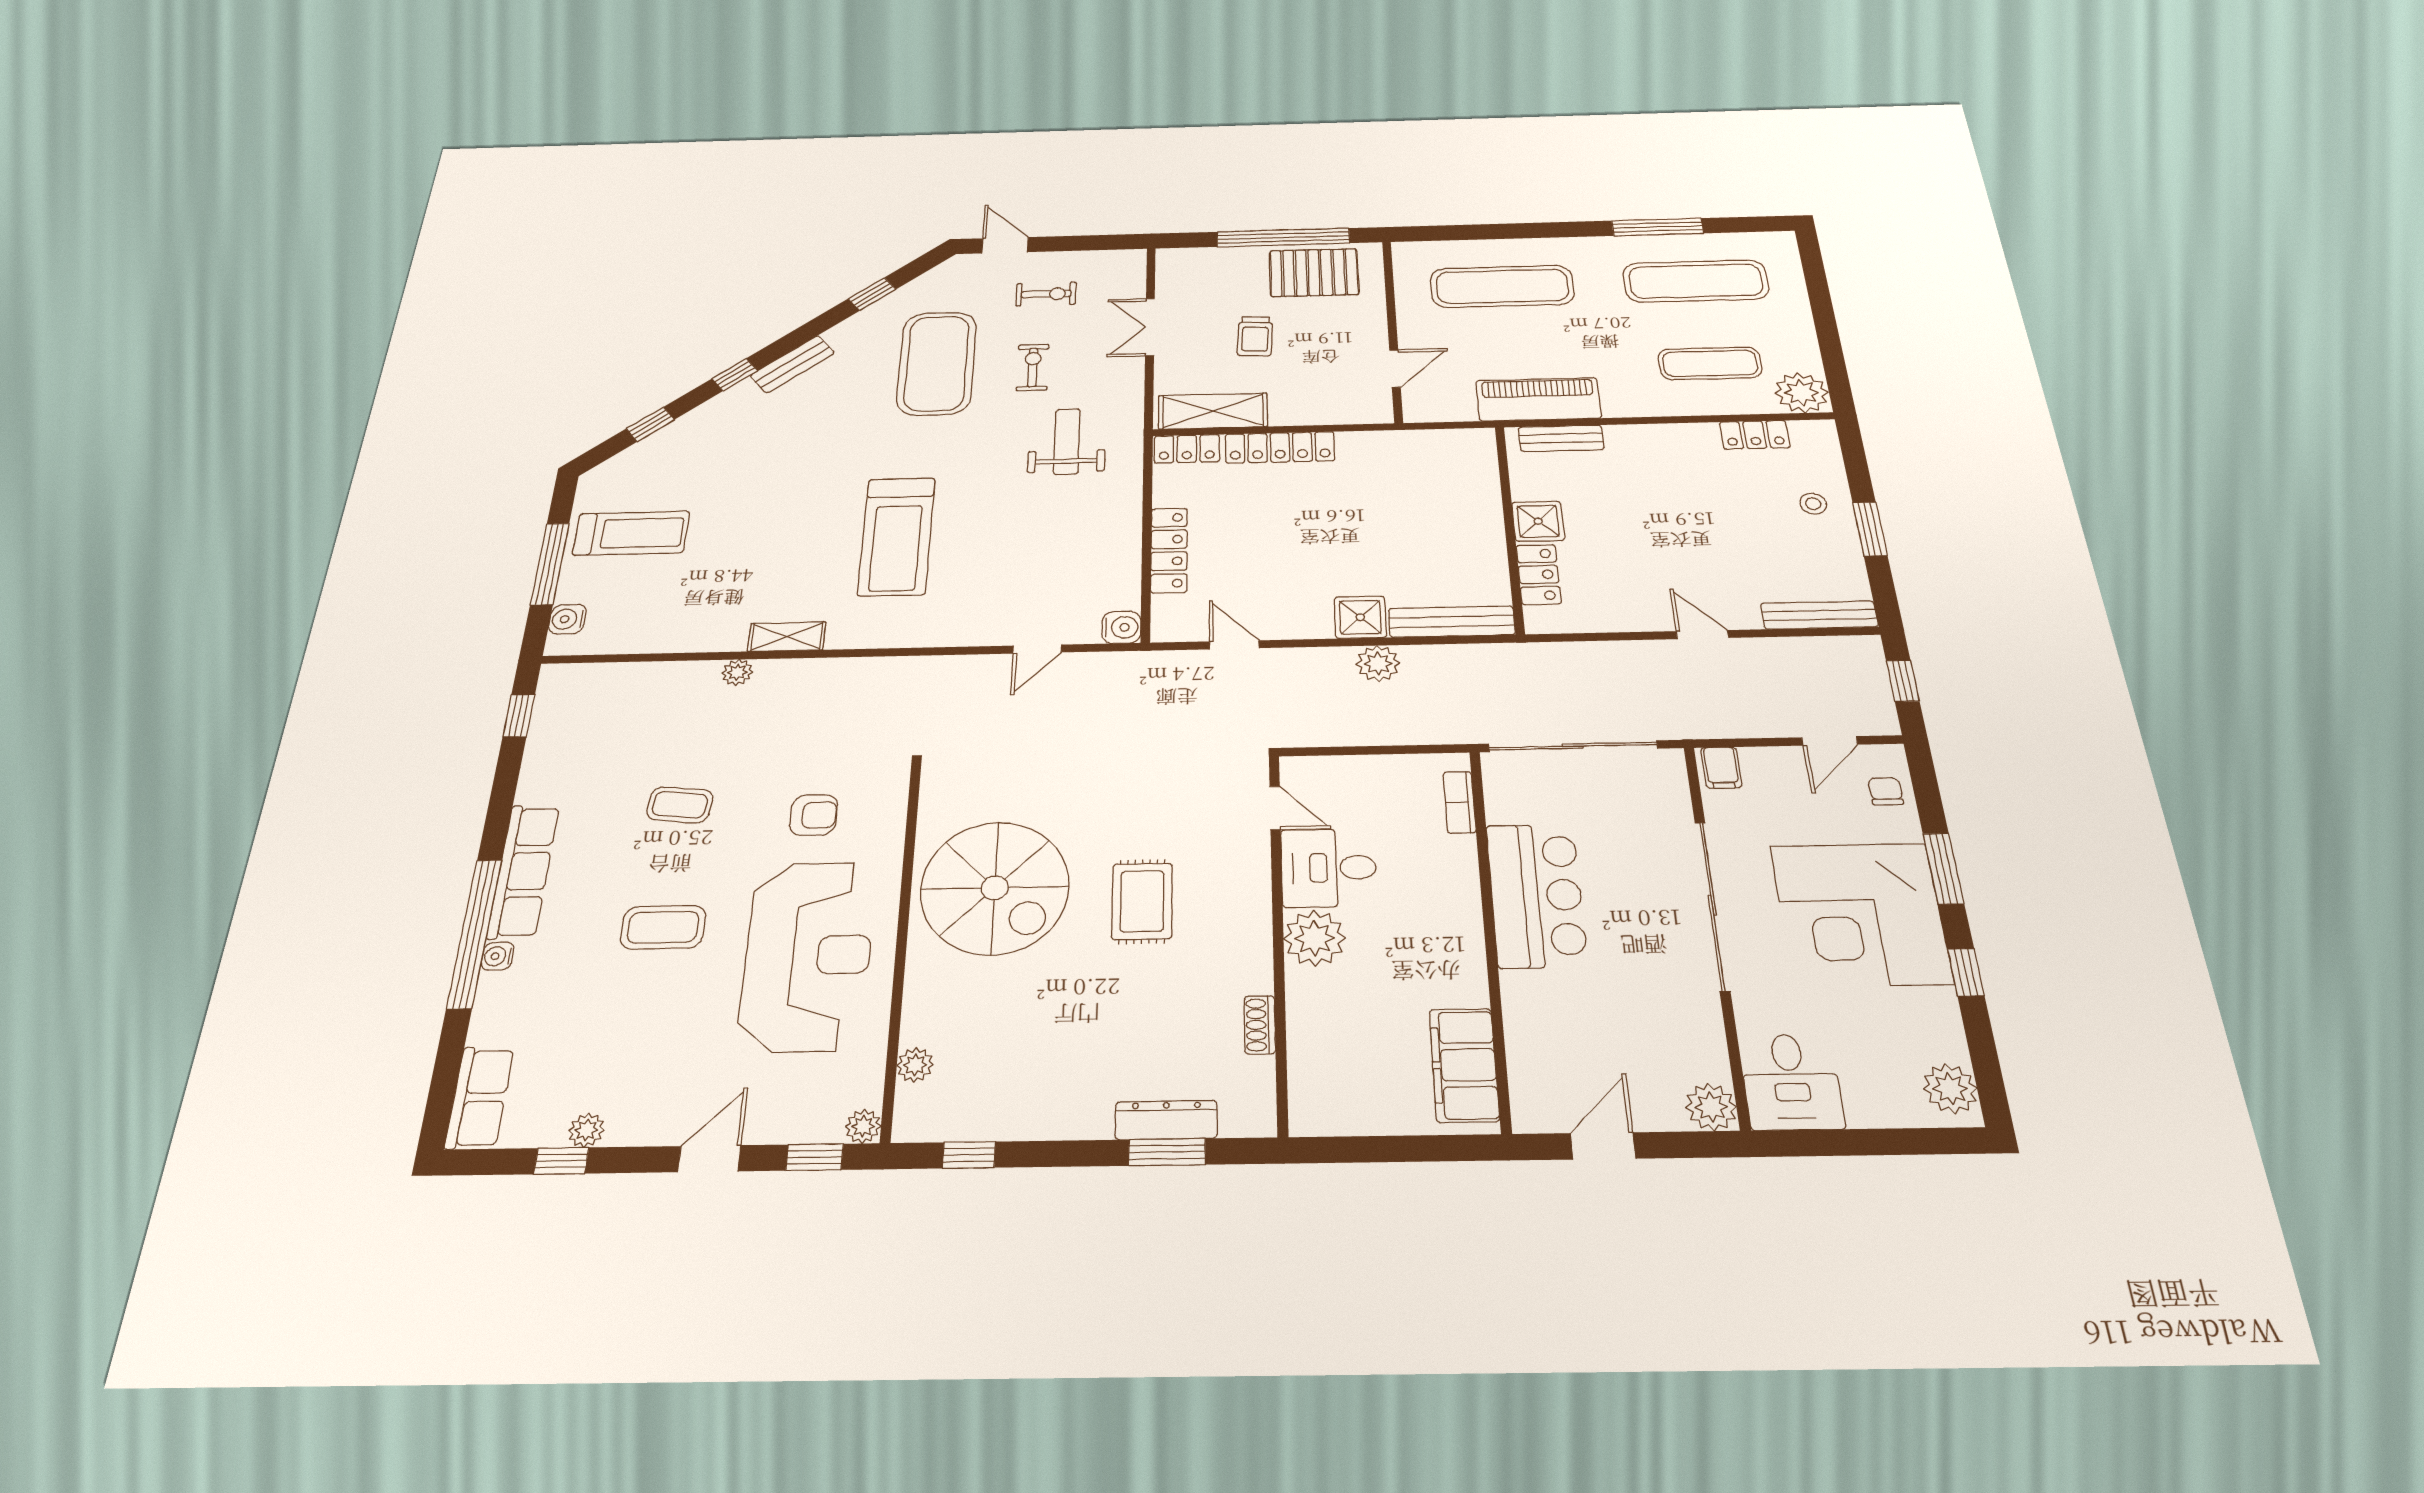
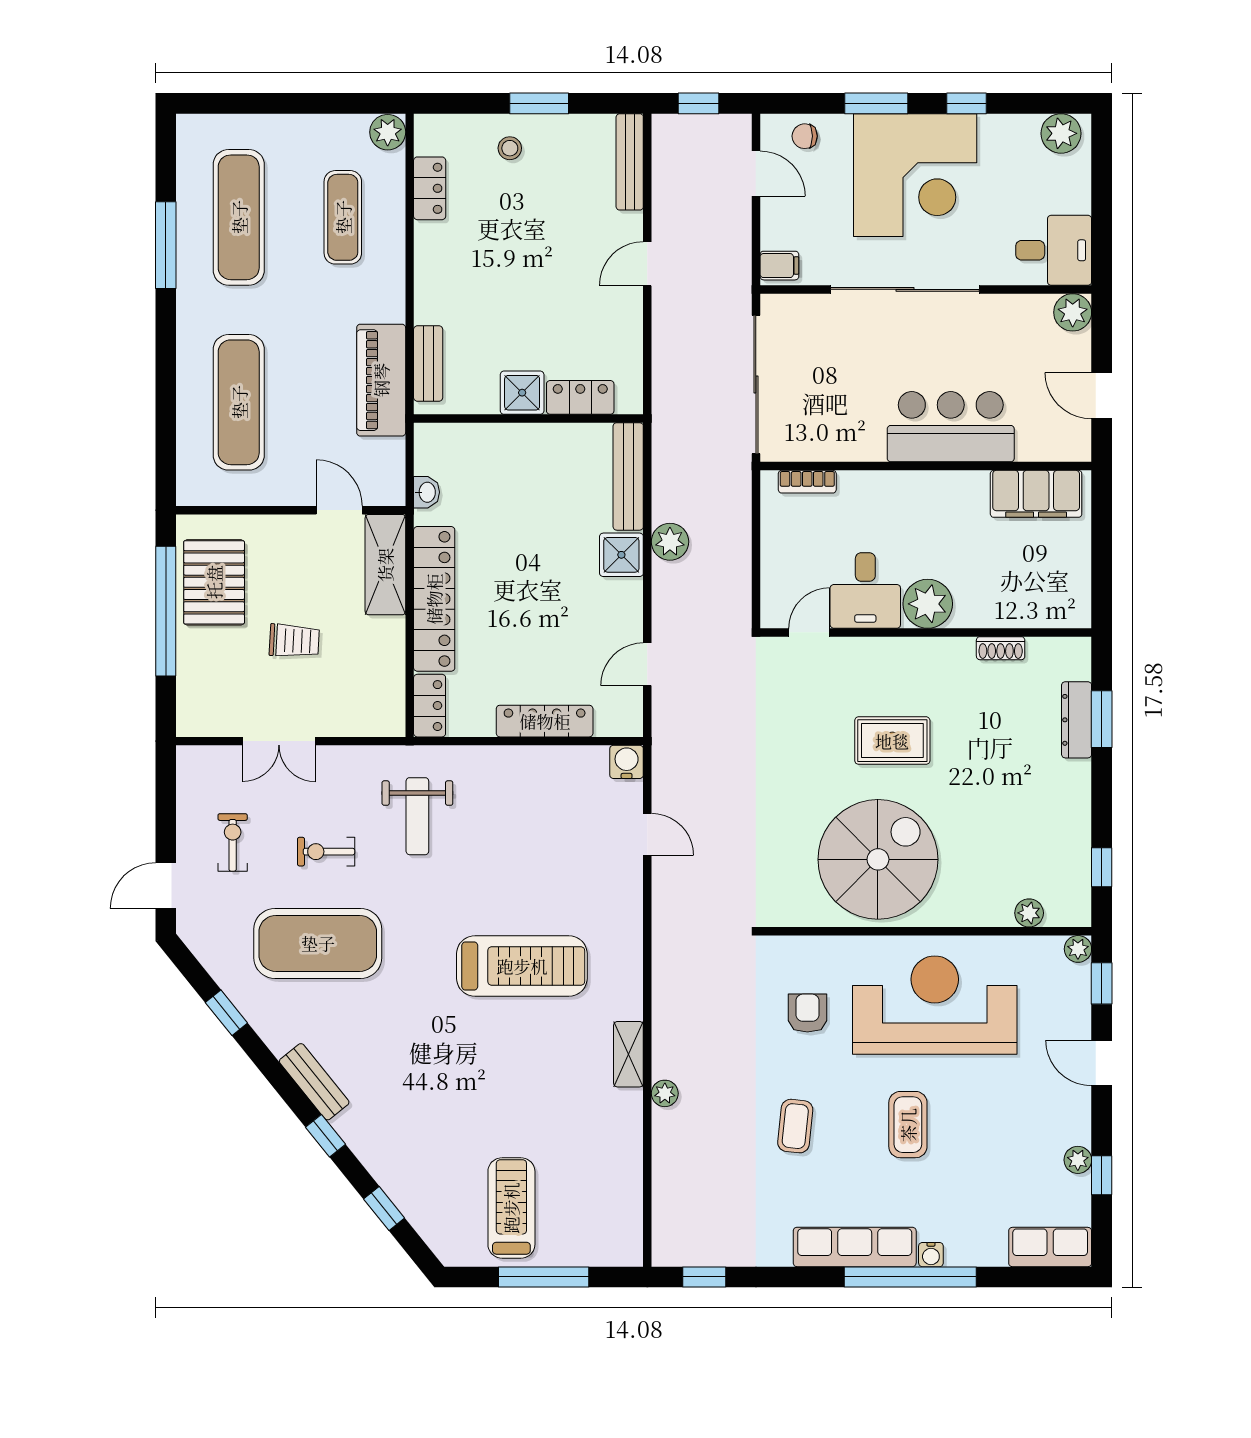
plant: (1801, 393) -> (388, 132), width x0.73, depth x0.73
shelving: (1213, 411) -> (385, 565), moved
washbasin: (1420, 440) -> (427, 492), added
weight bench: (1067, 442) -> (417, 816), turned -90
locker: (1280, 447) -> (434, 599), width x1.41, depth x1.21
water cooler: (567, 619) -> (605, 1251), removed
bar counter: (1536, 895) -> (951, 427), moved

